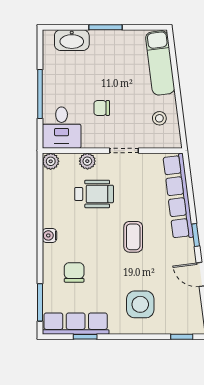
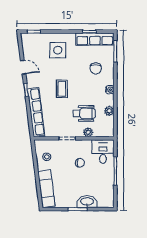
washbasin: (72, 40) -> (87, 202), moved
plant: (51, 161) -> (109, 111), moved
wheelchair: (94, 194) -> (84, 113), turned 180

